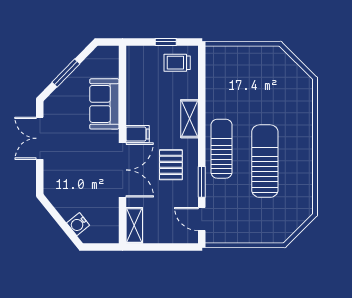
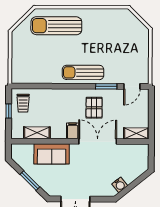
shelving: (190, 119) -> (37, 133), moved
sun lounger: (265, 161) -> (56, 26), moved
pallet: (171, 165) -> (94, 108), turned 90
water cooler: (78, 224) -> (120, 185), moved

